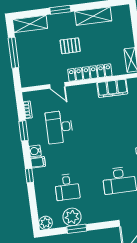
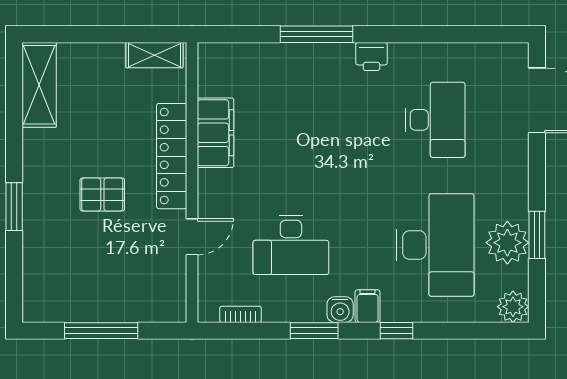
shelving: (93, 16) -> (39, 85), moved
shelving: (30, 24) -> (38, 282), removed
pallet: (70, 46) -> (102, 195), turned 90
filing cabinet: (112, 88) -> (216, 133), moved
window: (24, 131) -> (314, 331), moved
desk: (67, 187) -> (435, 245), width x1.87, depth x1.30

